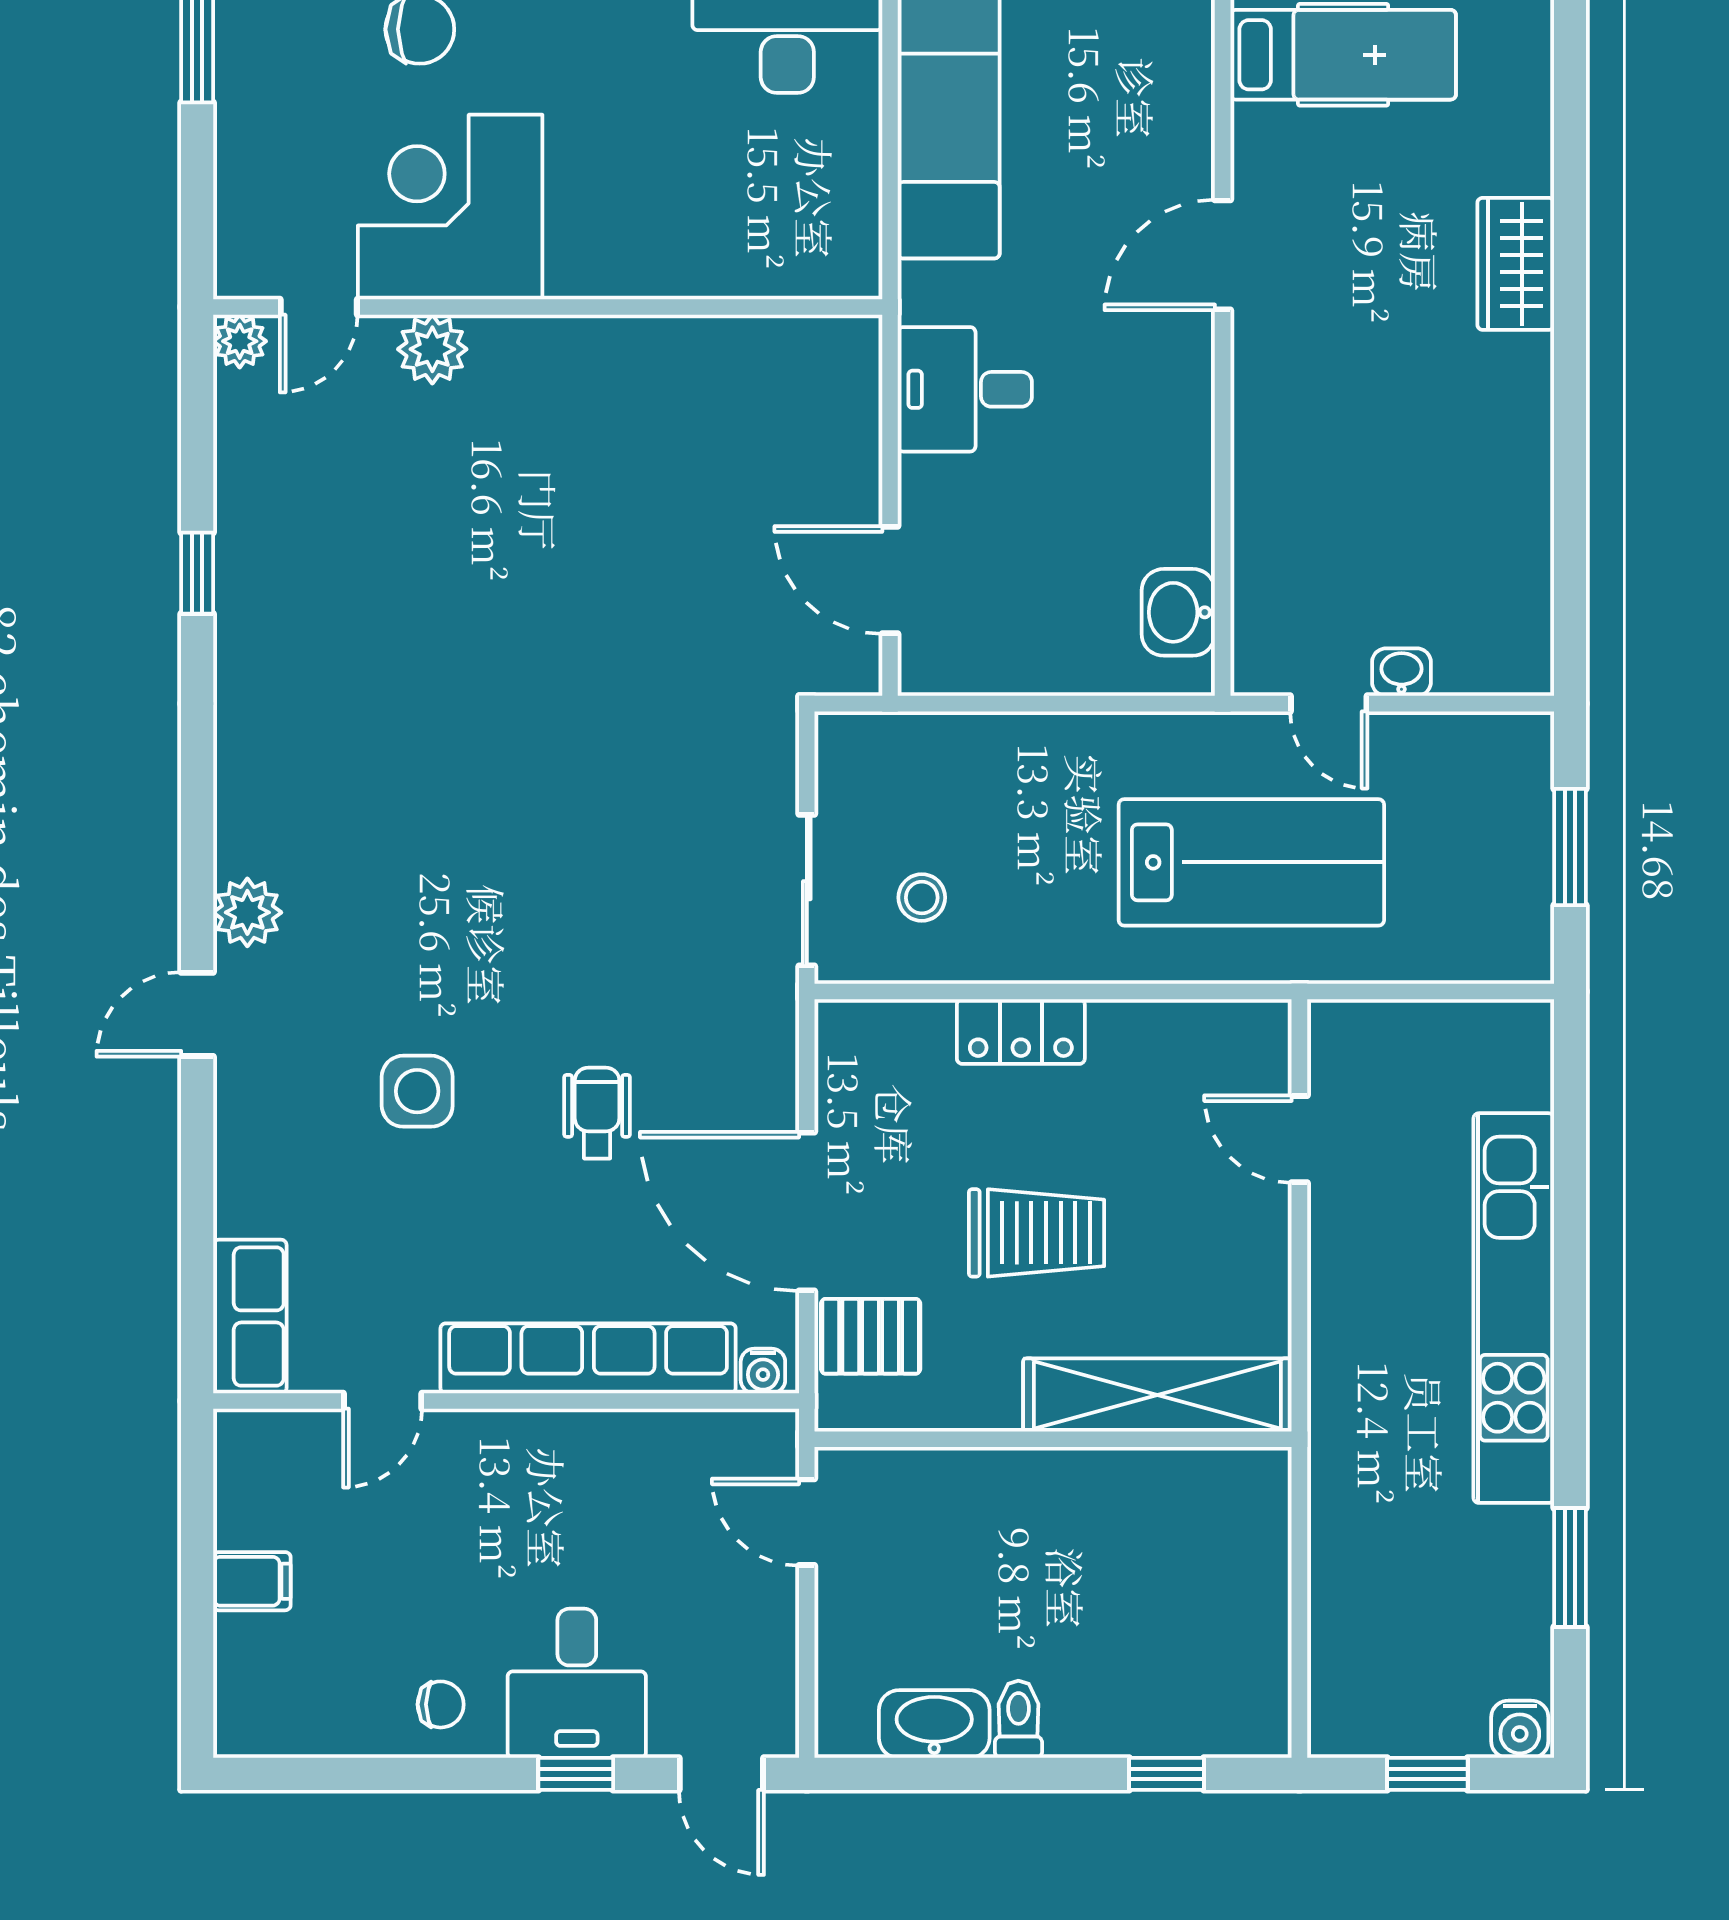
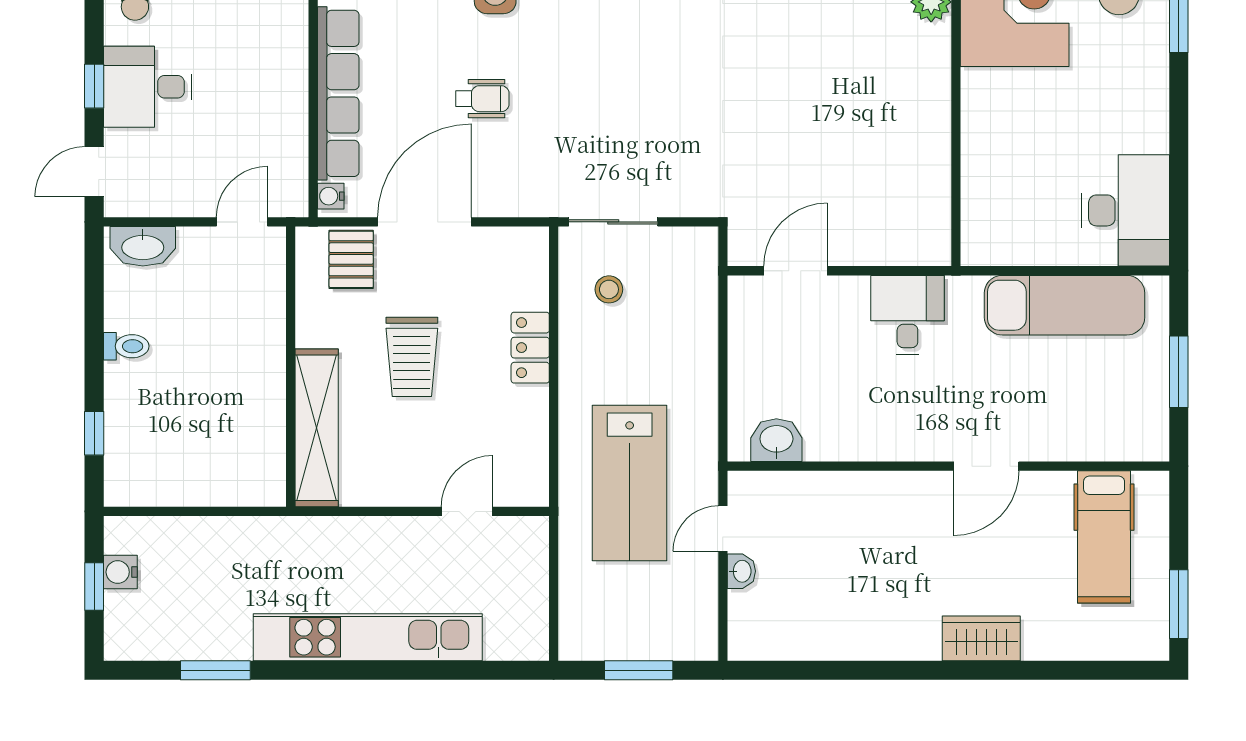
door: (1223, 255) -> (986, 466), swing flipped
washbasin: (934, 1724) -> (143, 246), moved, turned 90
water cooler: (1520, 1729) -> (120, 572), moved

